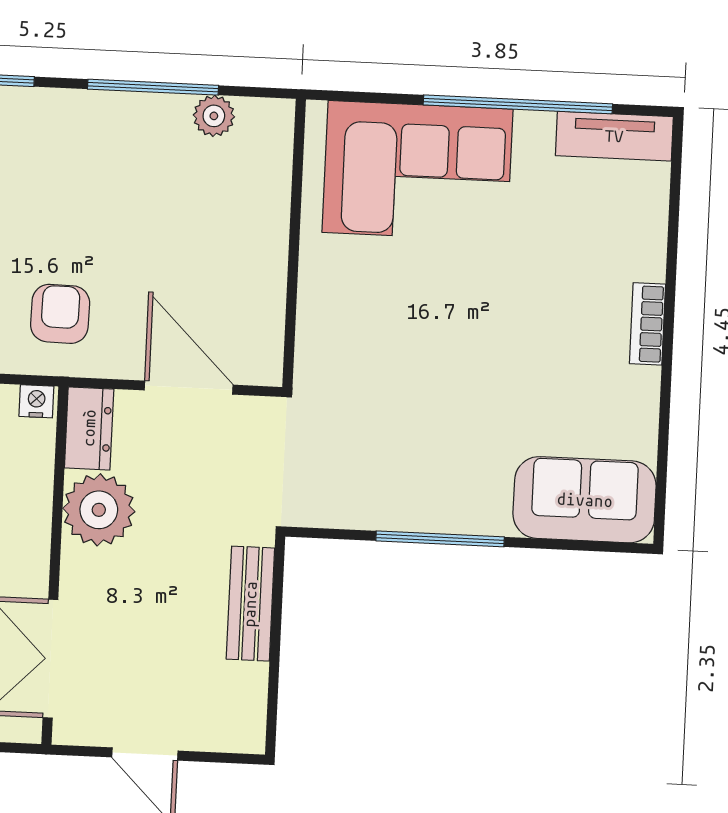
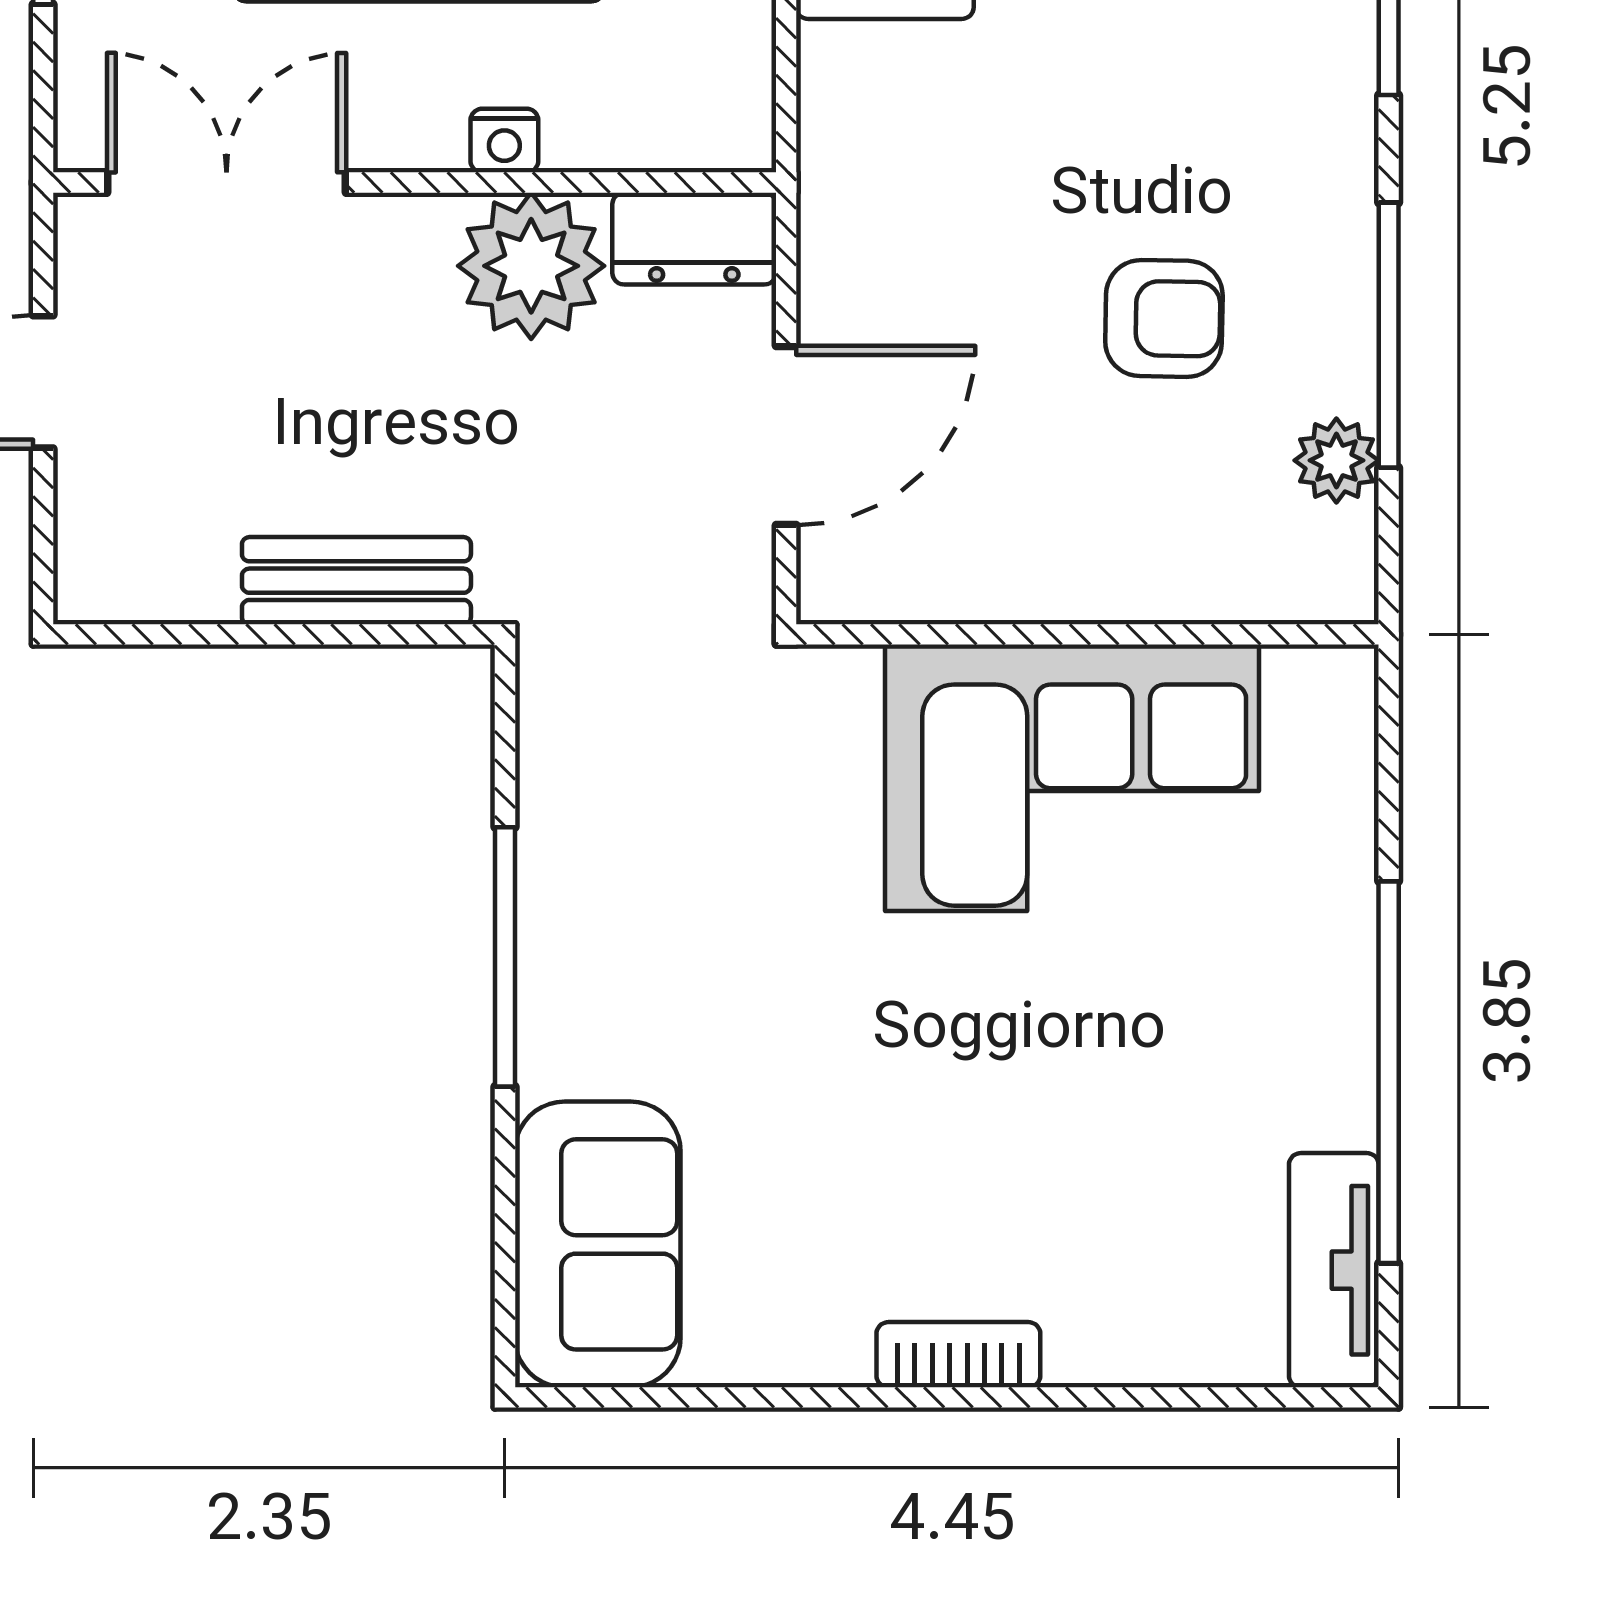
corner sofa: (418, 171) -> (1072, 778), moved, turned -90
armchair: (60, 314) -> (1164, 318), moved
nightstand: (36, 401) -> (504, 141), moved, turned 90

